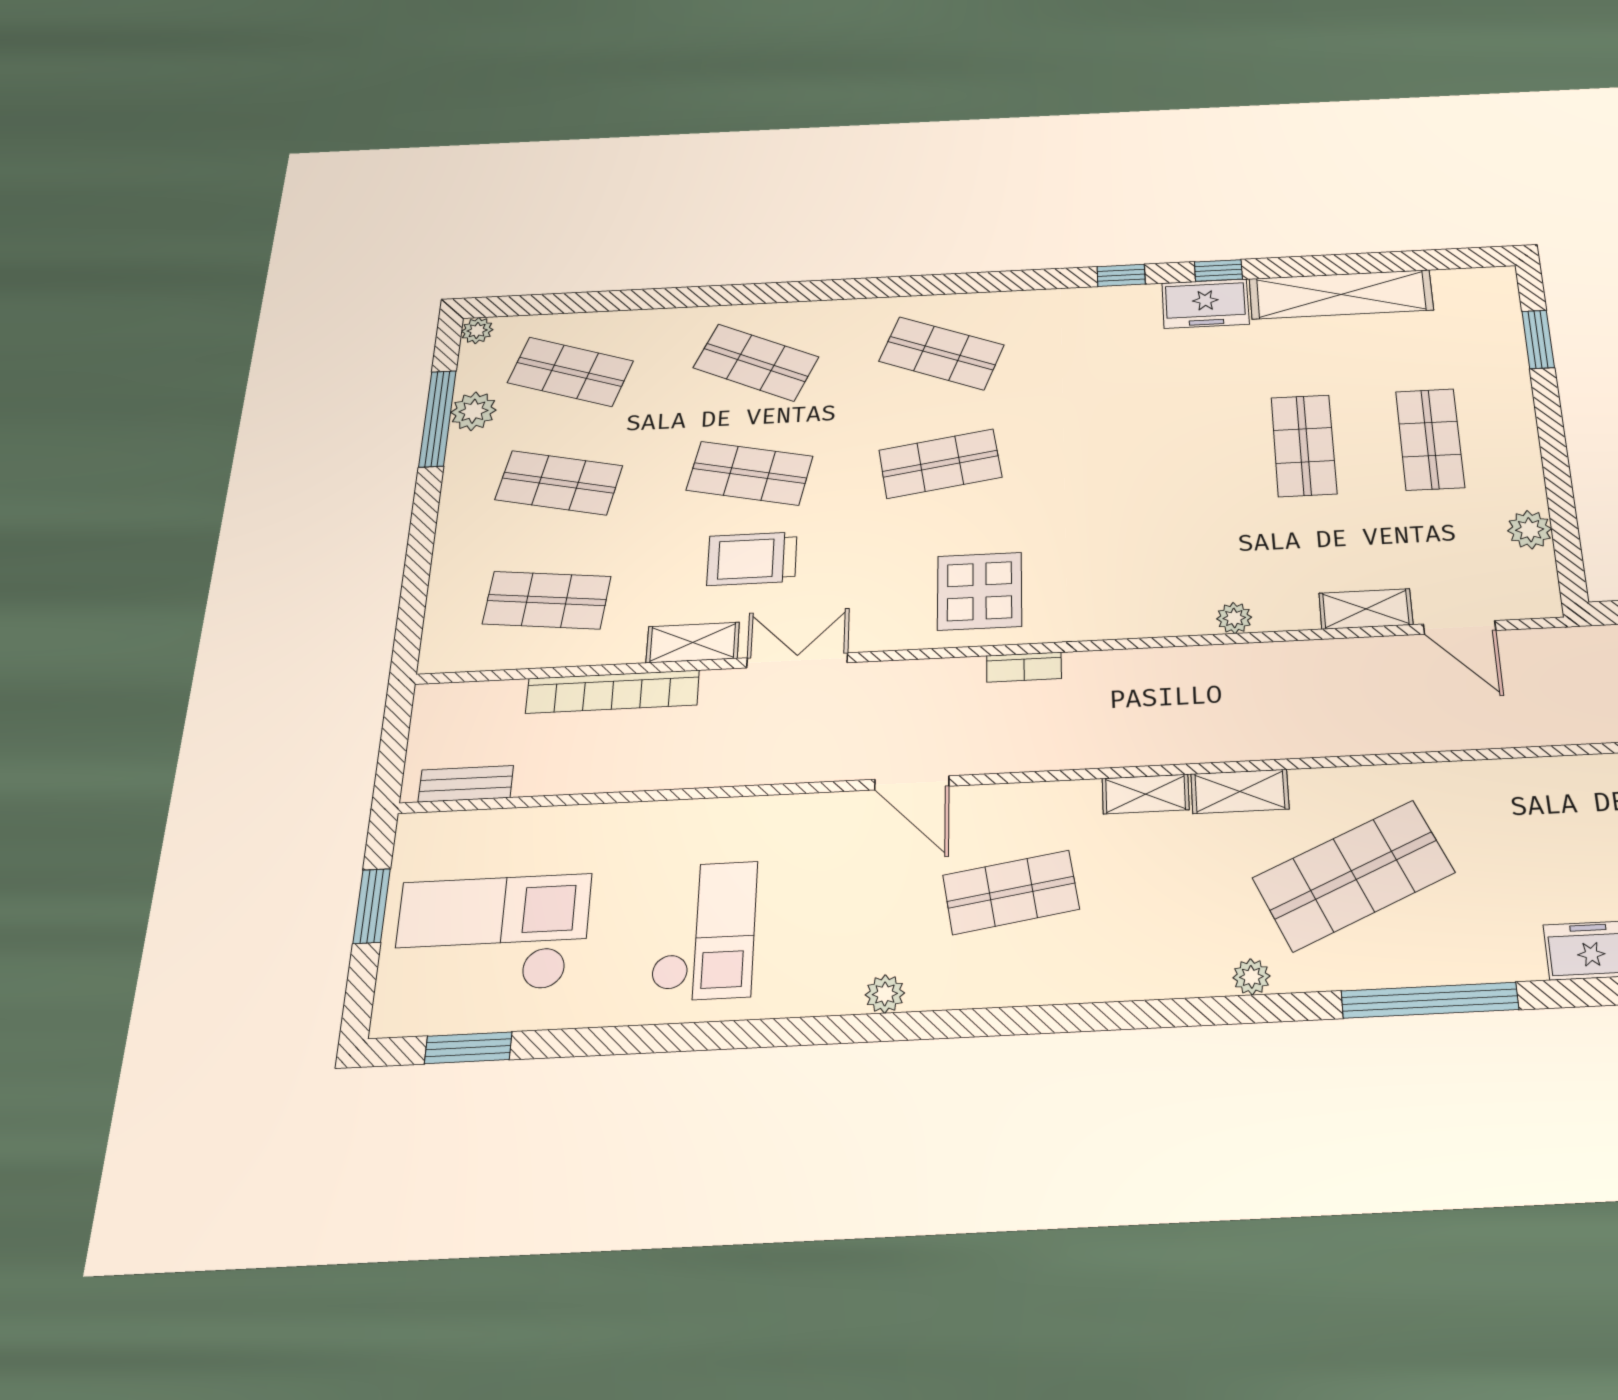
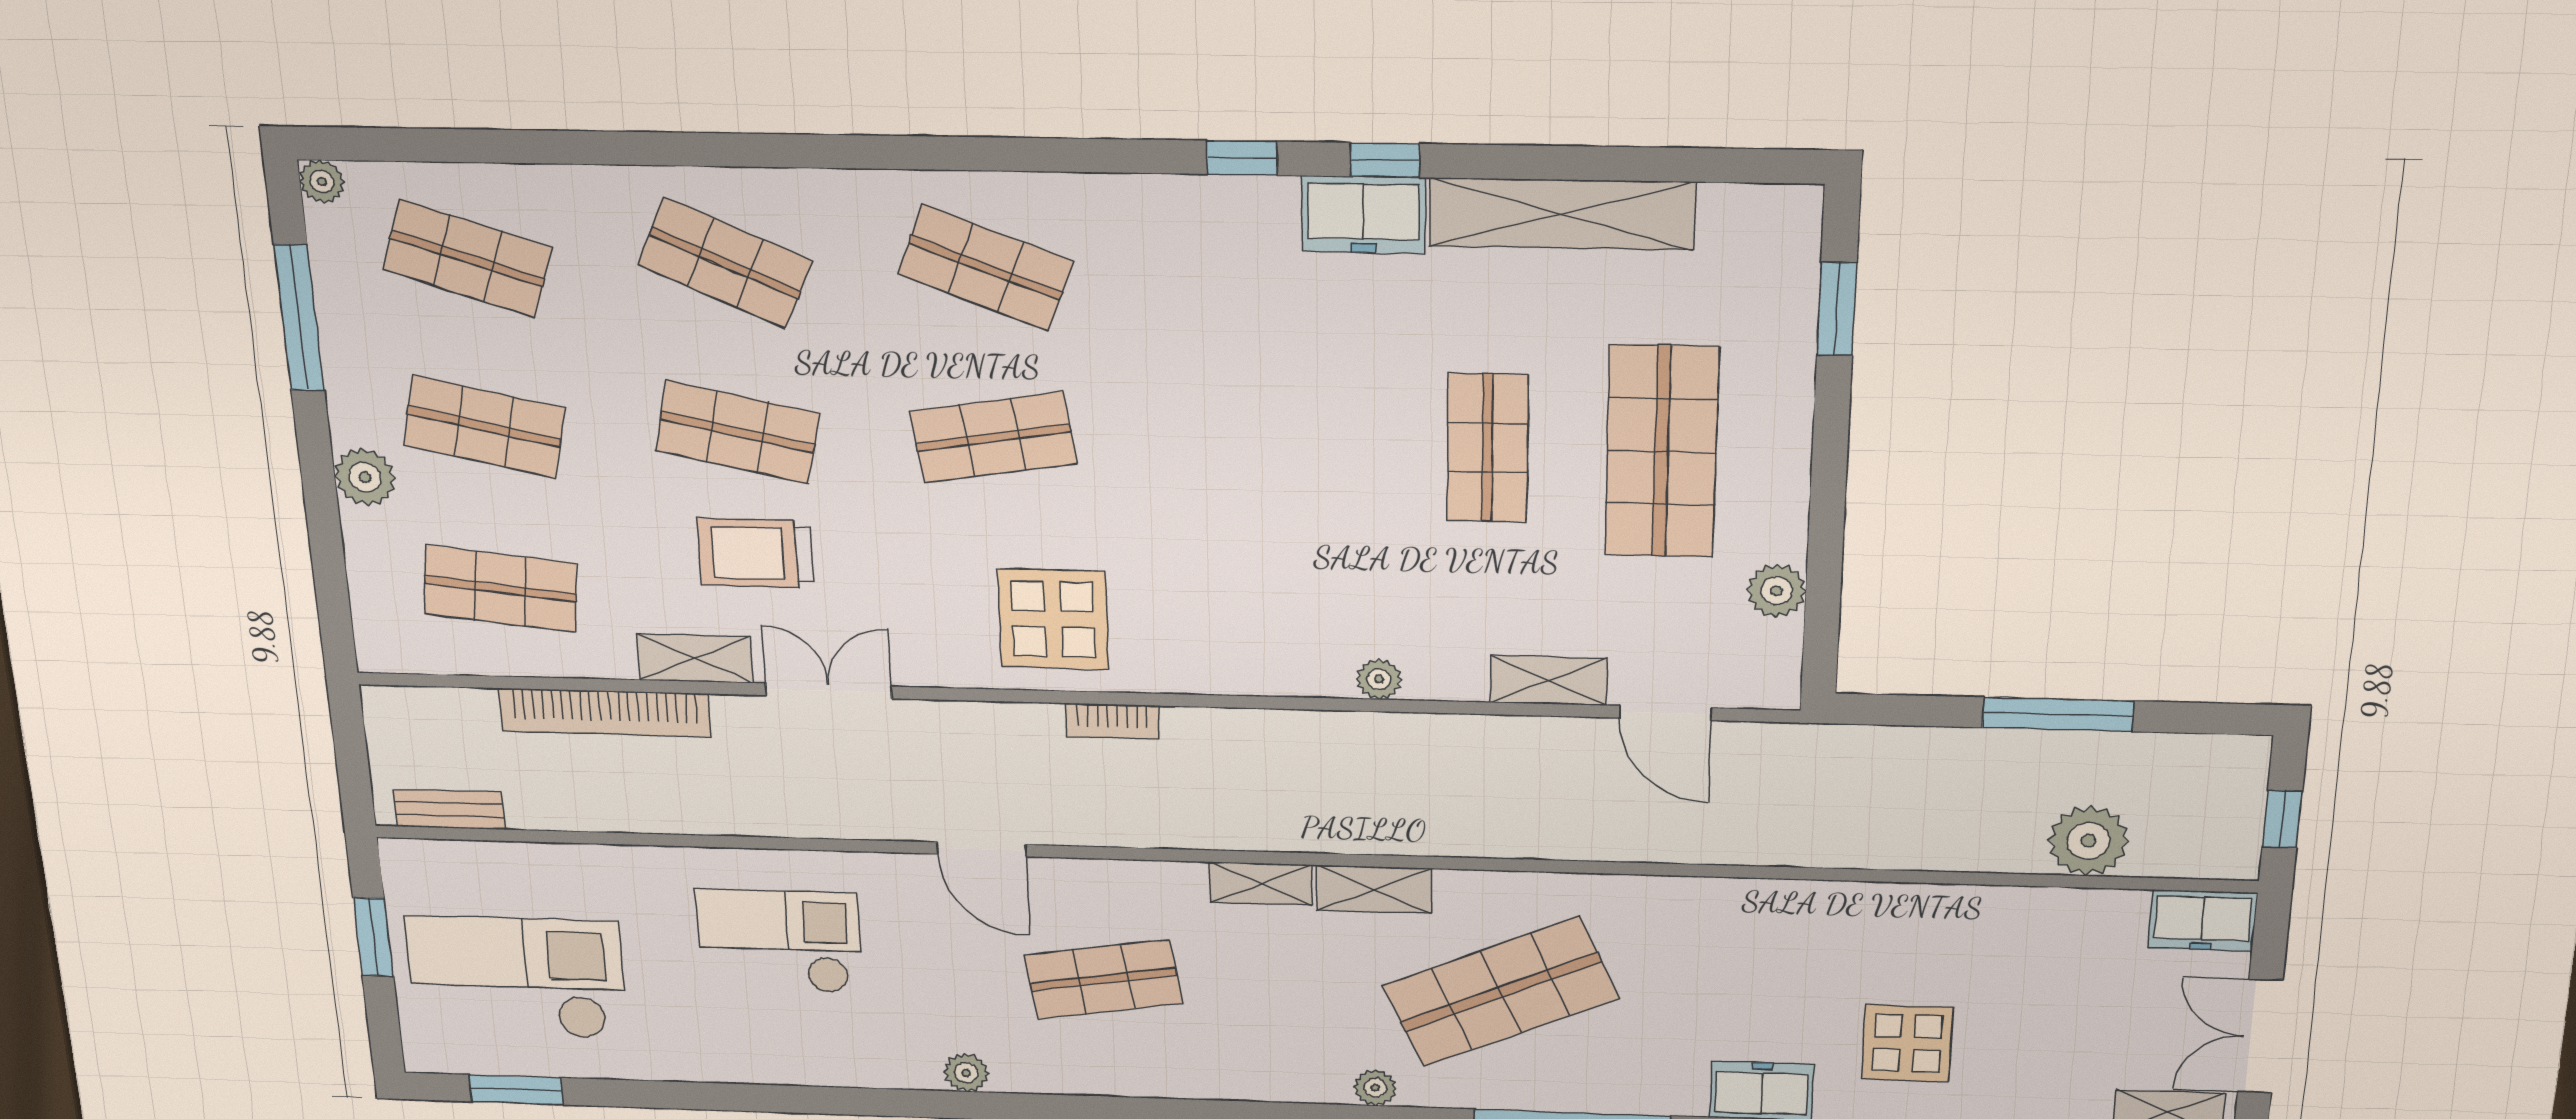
plant: (473, 411) -> (365, 477), moved
shop shelf: (1430, 439) -> (1662, 452), width x1.43, depth x1.36
checkout: (704, 931) -> (779, 941), moved, turned -90

